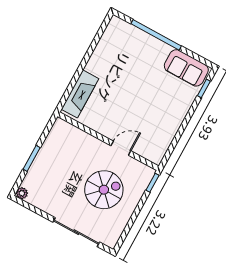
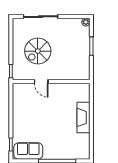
fireplace: (80, 94) -> (84, 117), moved
door: (121, 148) -> (41, 82), hinge flipped

